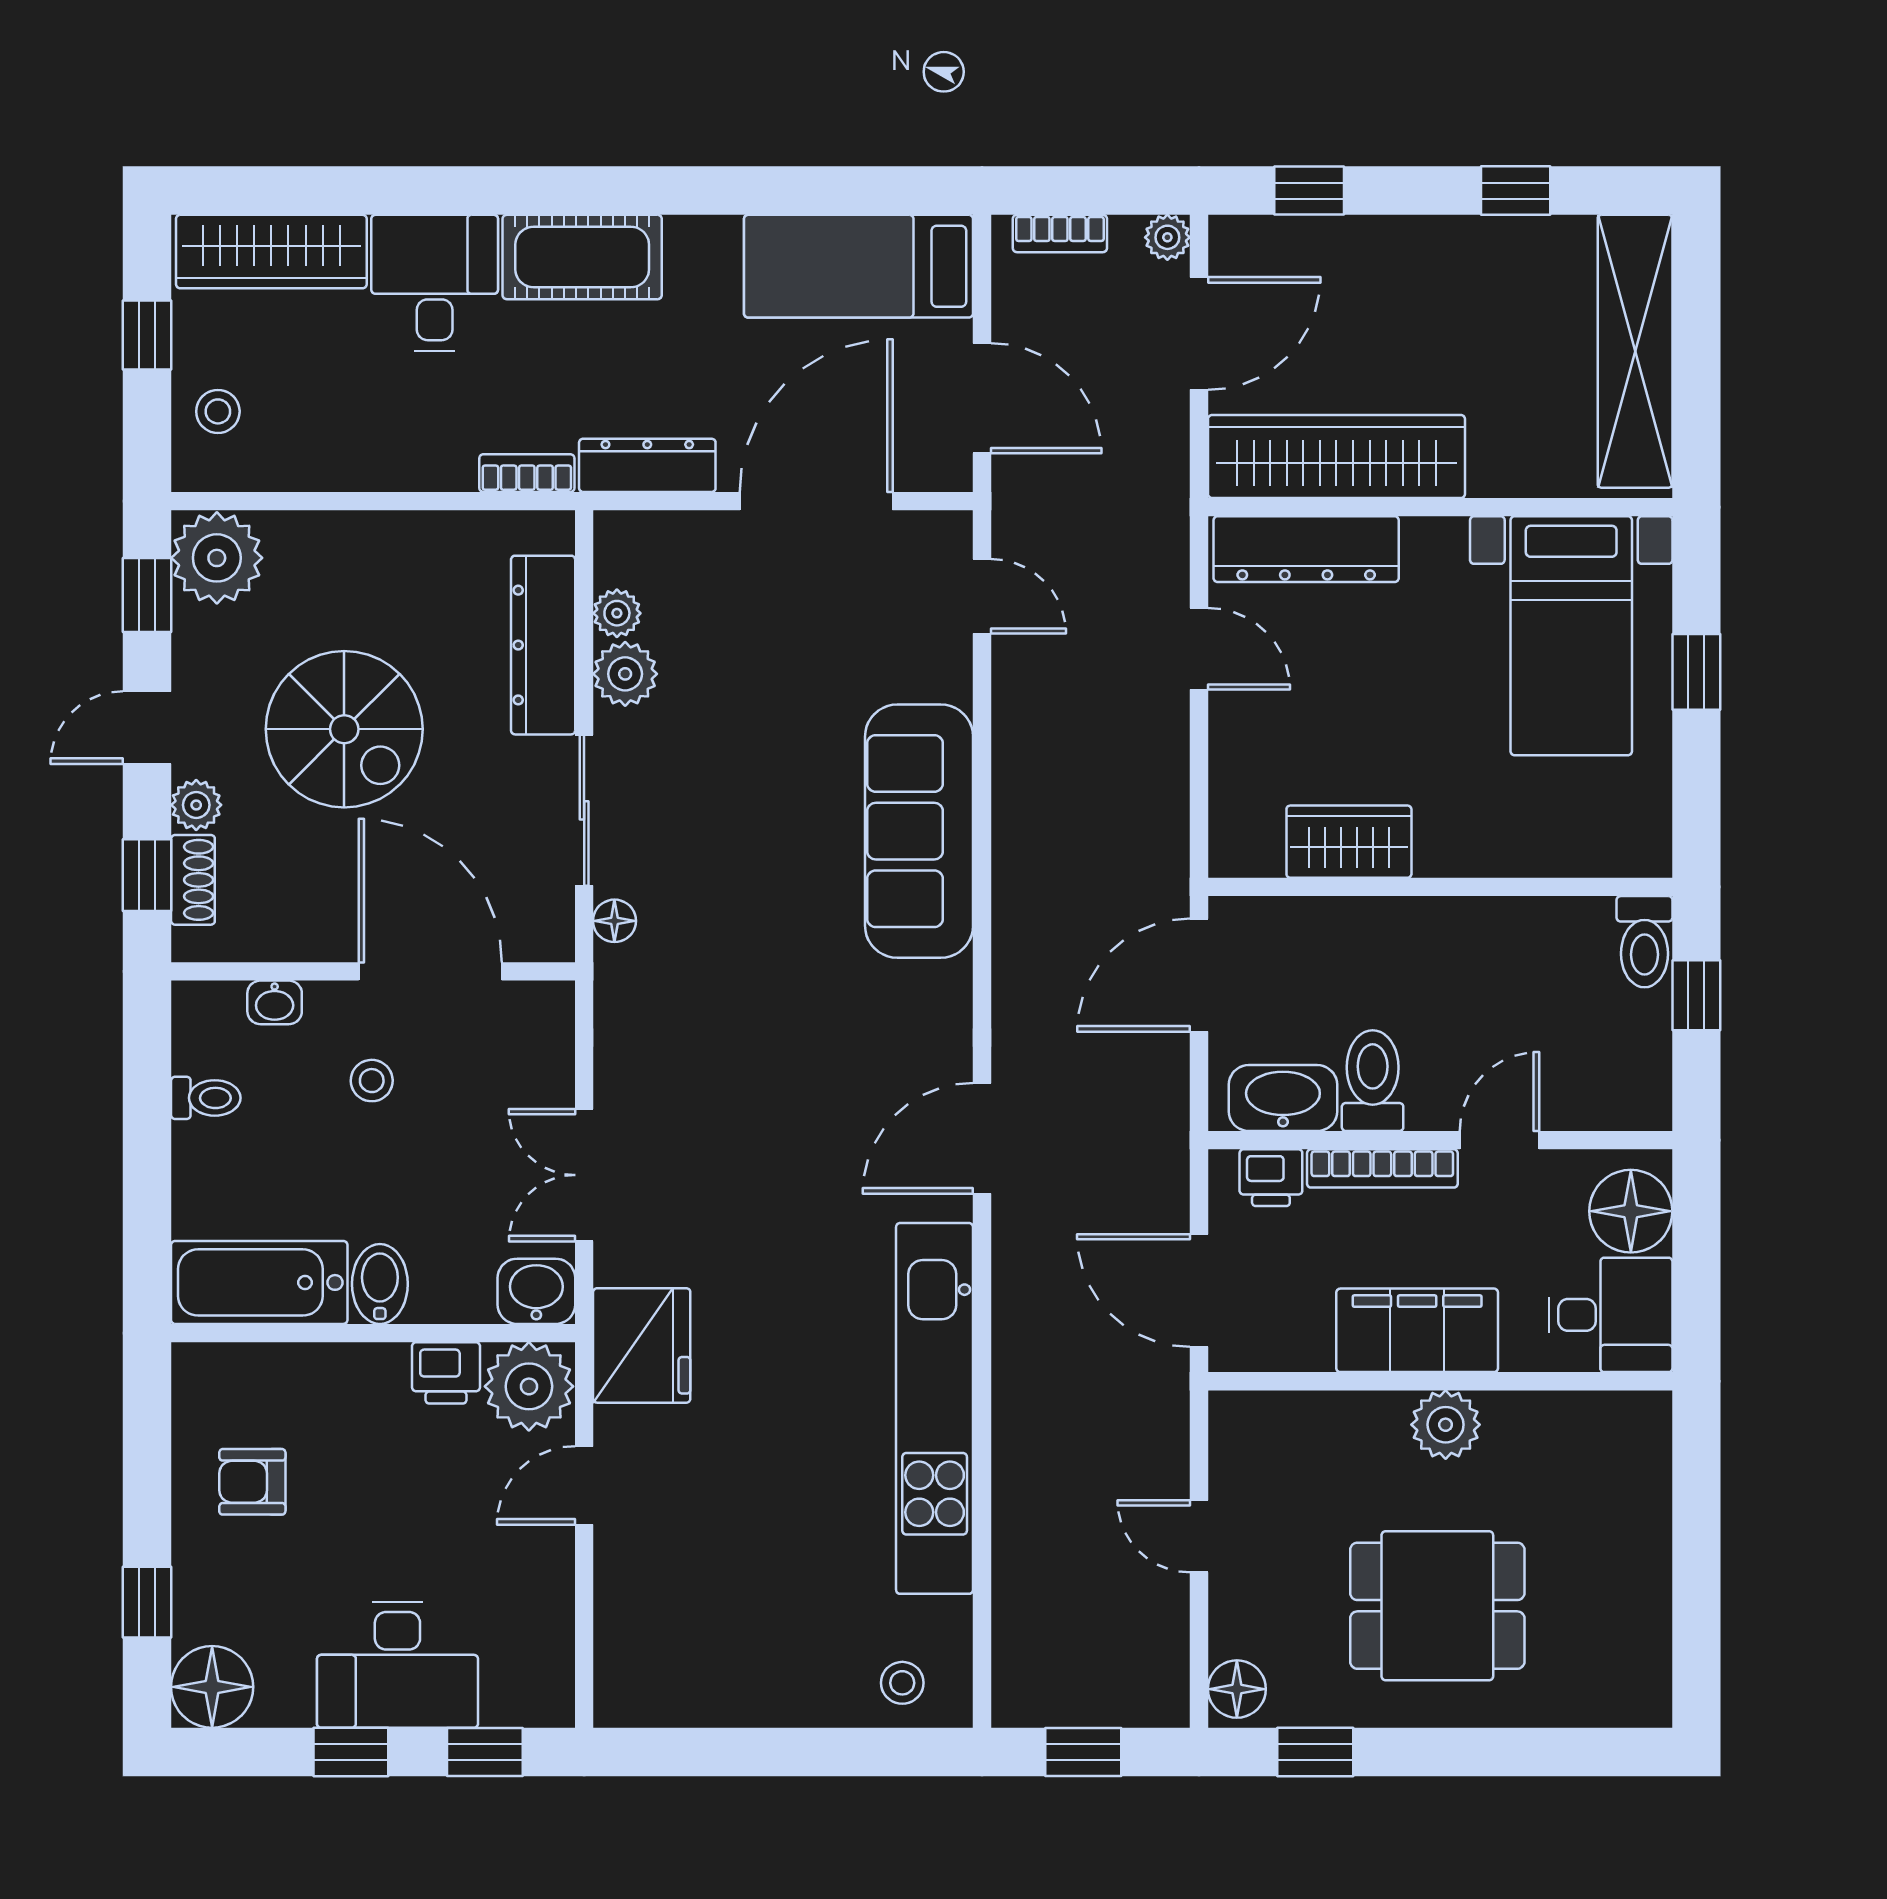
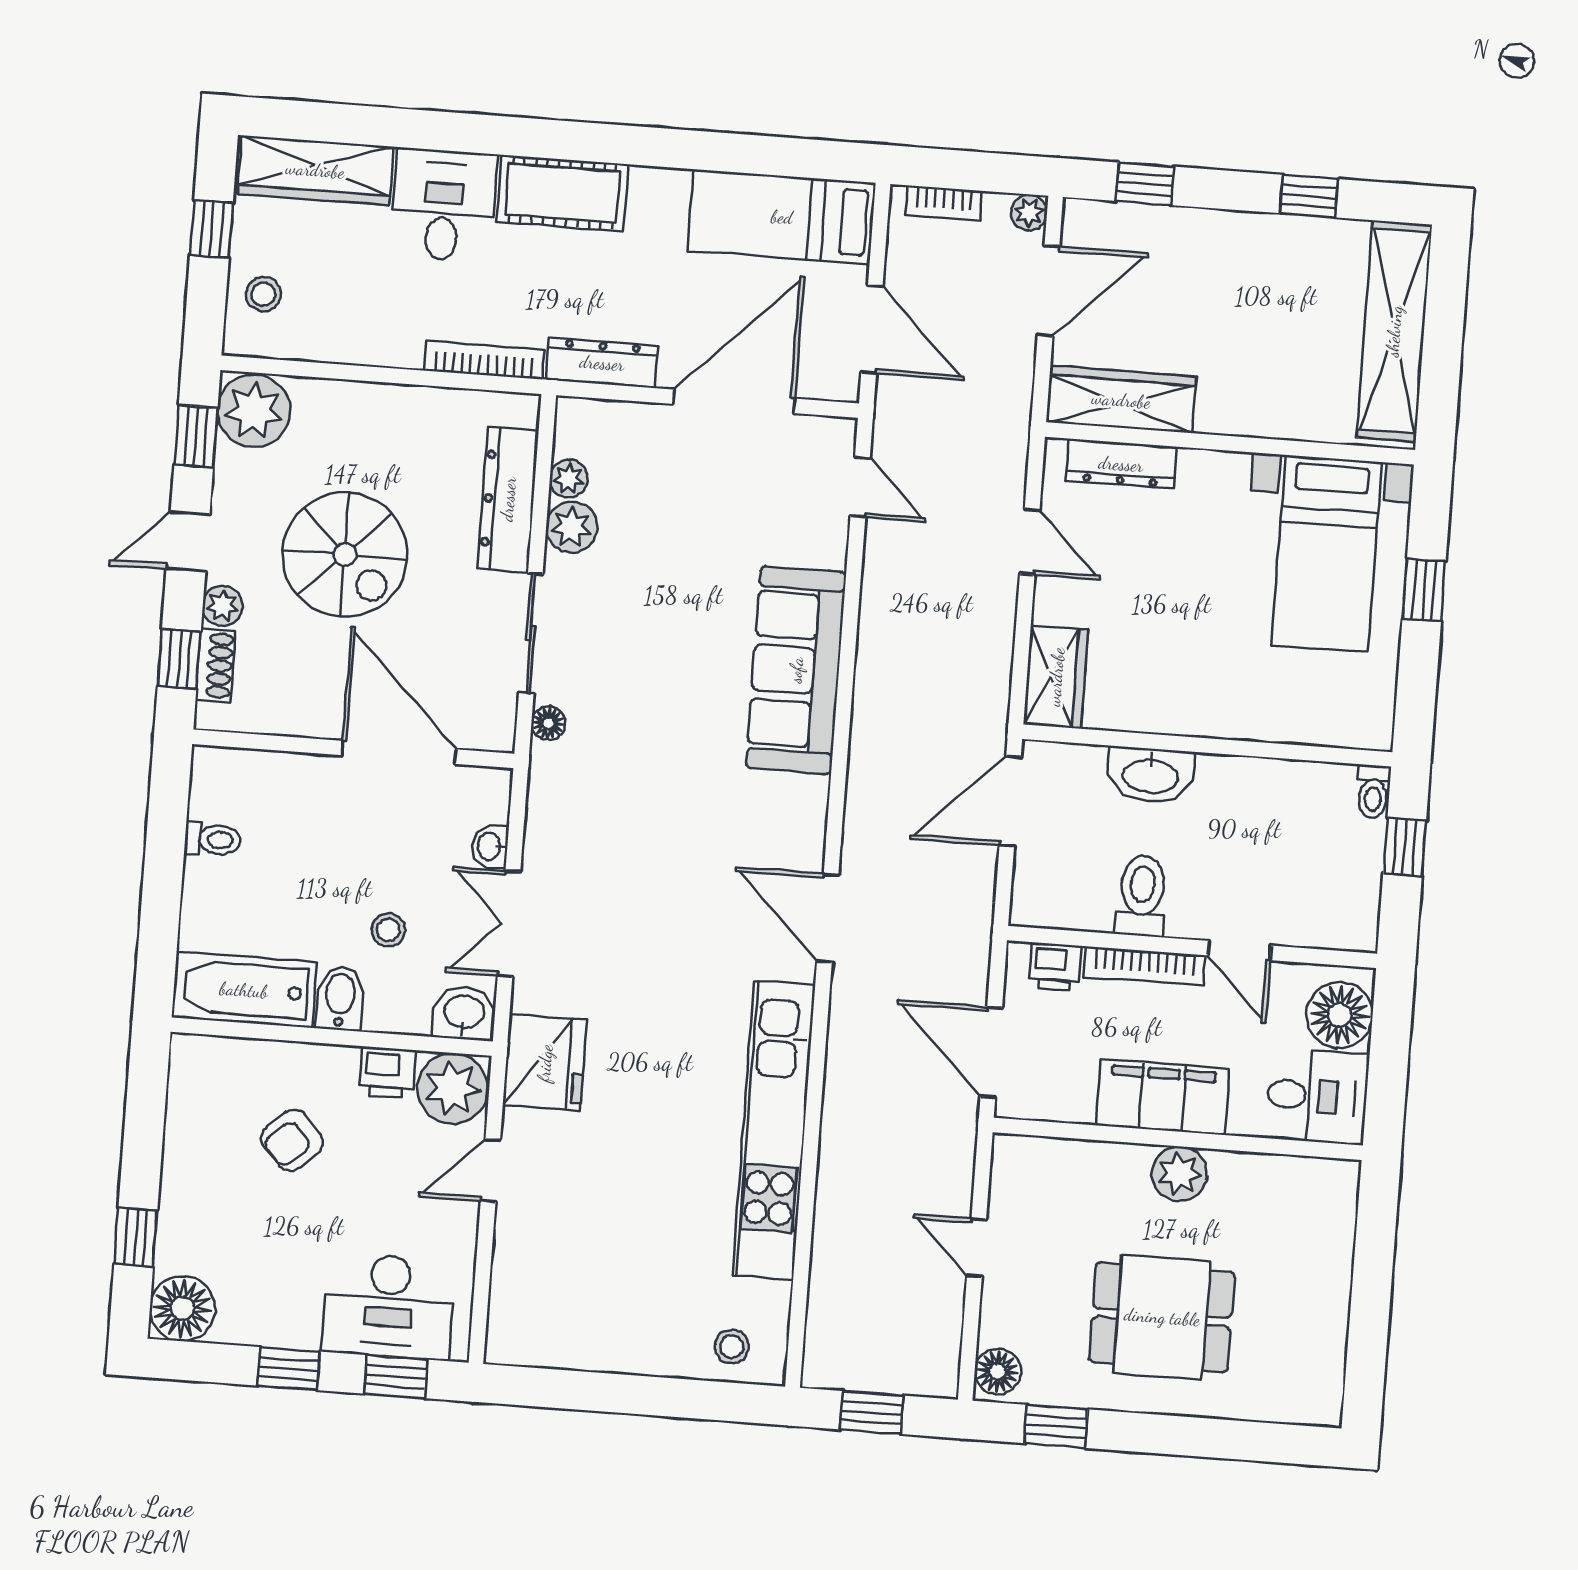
wardrobe: (1336, 456) -> (1121, 400), width x0.71, depth x0.85
bookcase: (527, 473) -> (484, 360), width x1.56
dresser: (1306, 549) -> (1121, 464), width x0.73, depth x0.80
wardrobe: (1349, 842) -> (1056, 677), moved, turned 90
toilet: (1644, 942) -> (1373, 792), width x0.73, depth x0.72
washbasin: (275, 1002) -> (490, 847), moved, turned 90
stool: (372, 1081) -> (388, 930), moved
washbasin: (1283, 1098) -> (1151, 775), moved, turned 180
door: (982, 1138) -> (828, 918), hinge flipped
door: (1500, 1140) -> (1239, 951), swing flipped
armchair: (252, 1482) -> (292, 1140), moved, turned -42
desk: (397, 1665) -> (389, 1306), moved

